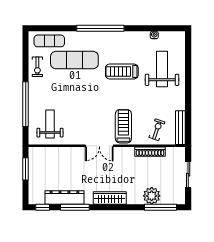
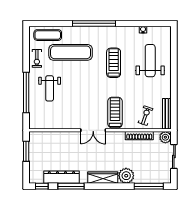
treadmill: (122, 72) -> (114, 63), turned 90
weight bench: (50, 124) -> (50, 88), moved, turned 180
plant: (179, 153) -> (165, 137), added
plant: (152, 196) -> (126, 176), moved

